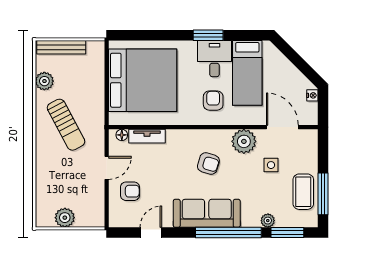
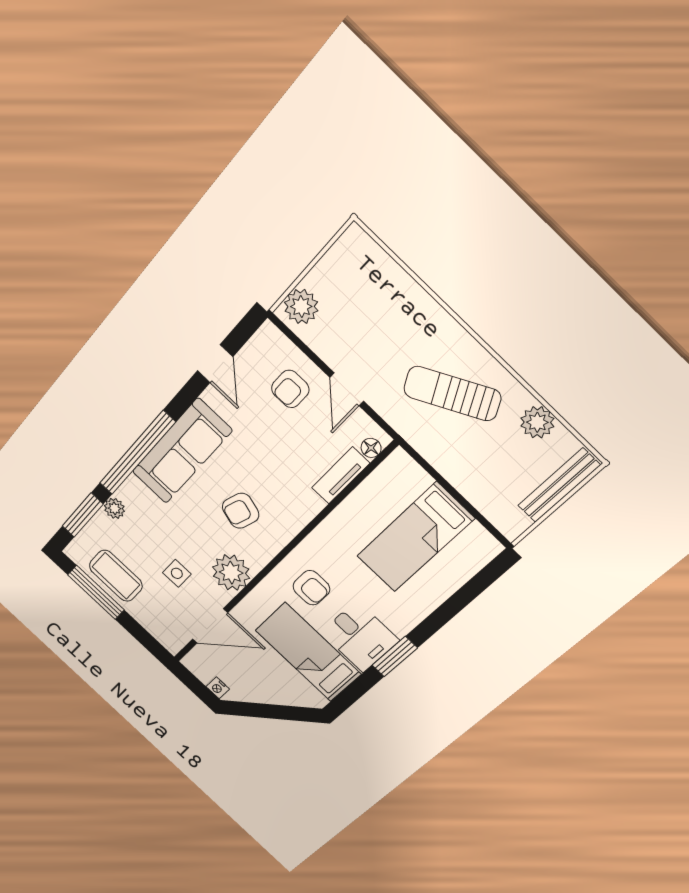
bed: (143, 80) -> (415, 537), width x0.49
plant: (65, 218) -> (301, 307), moved

